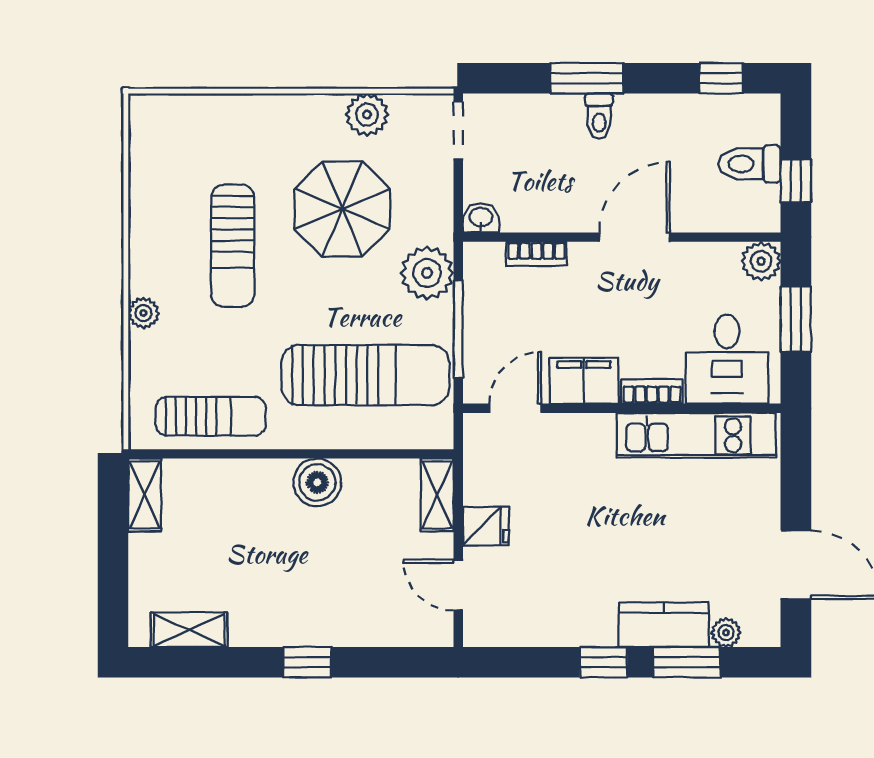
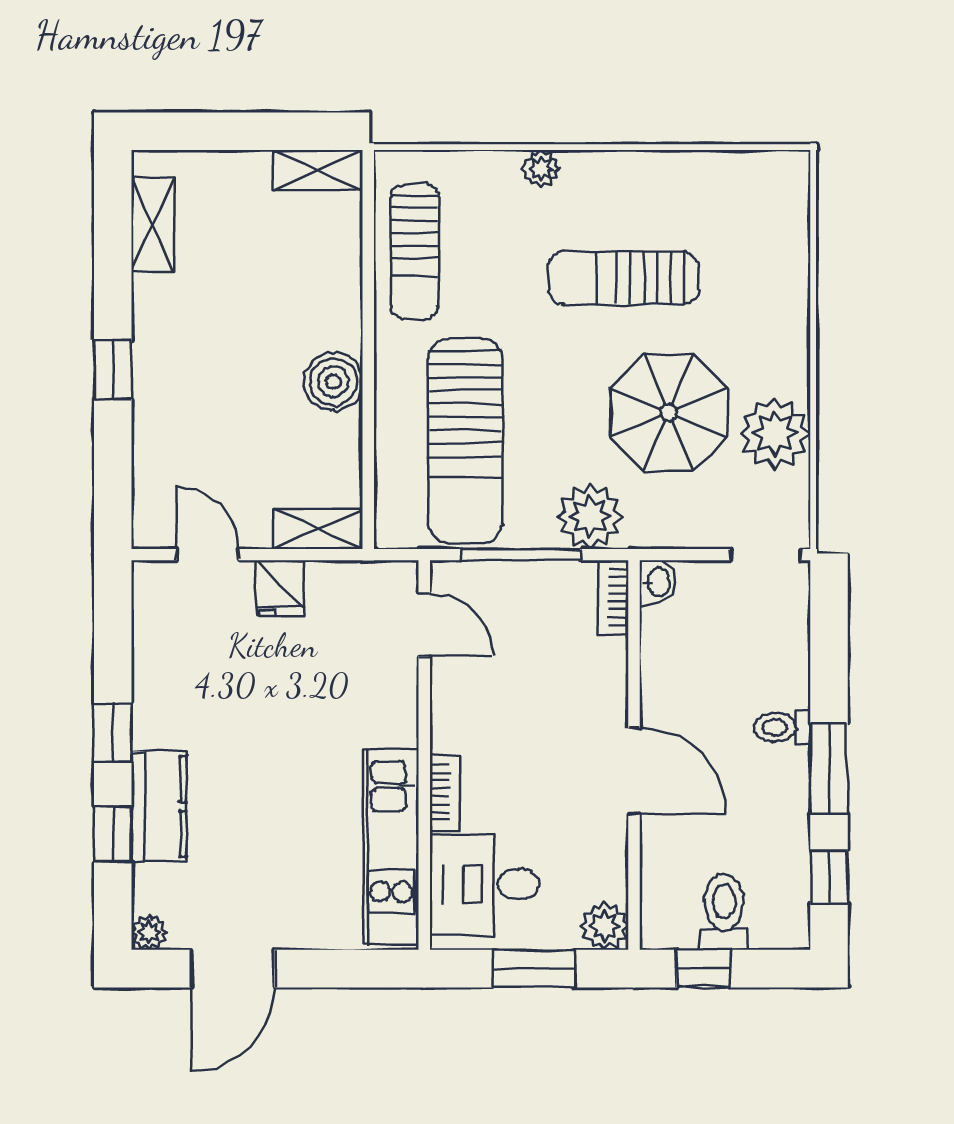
window: (587, 78) -> (829, 768), moved
plant: (367, 115) -> (775, 433), width x1.36, depth x1.36
bookcase: (536, 254) -> (614, 597), moved
filing cabinet: (584, 381) -> (458, 709), removed
door: (458, 585) -> (208, 555), hinge flipped
plant: (726, 633) -> (149, 932), moved
window: (686, 662) -> (113, 834), width x0.67

